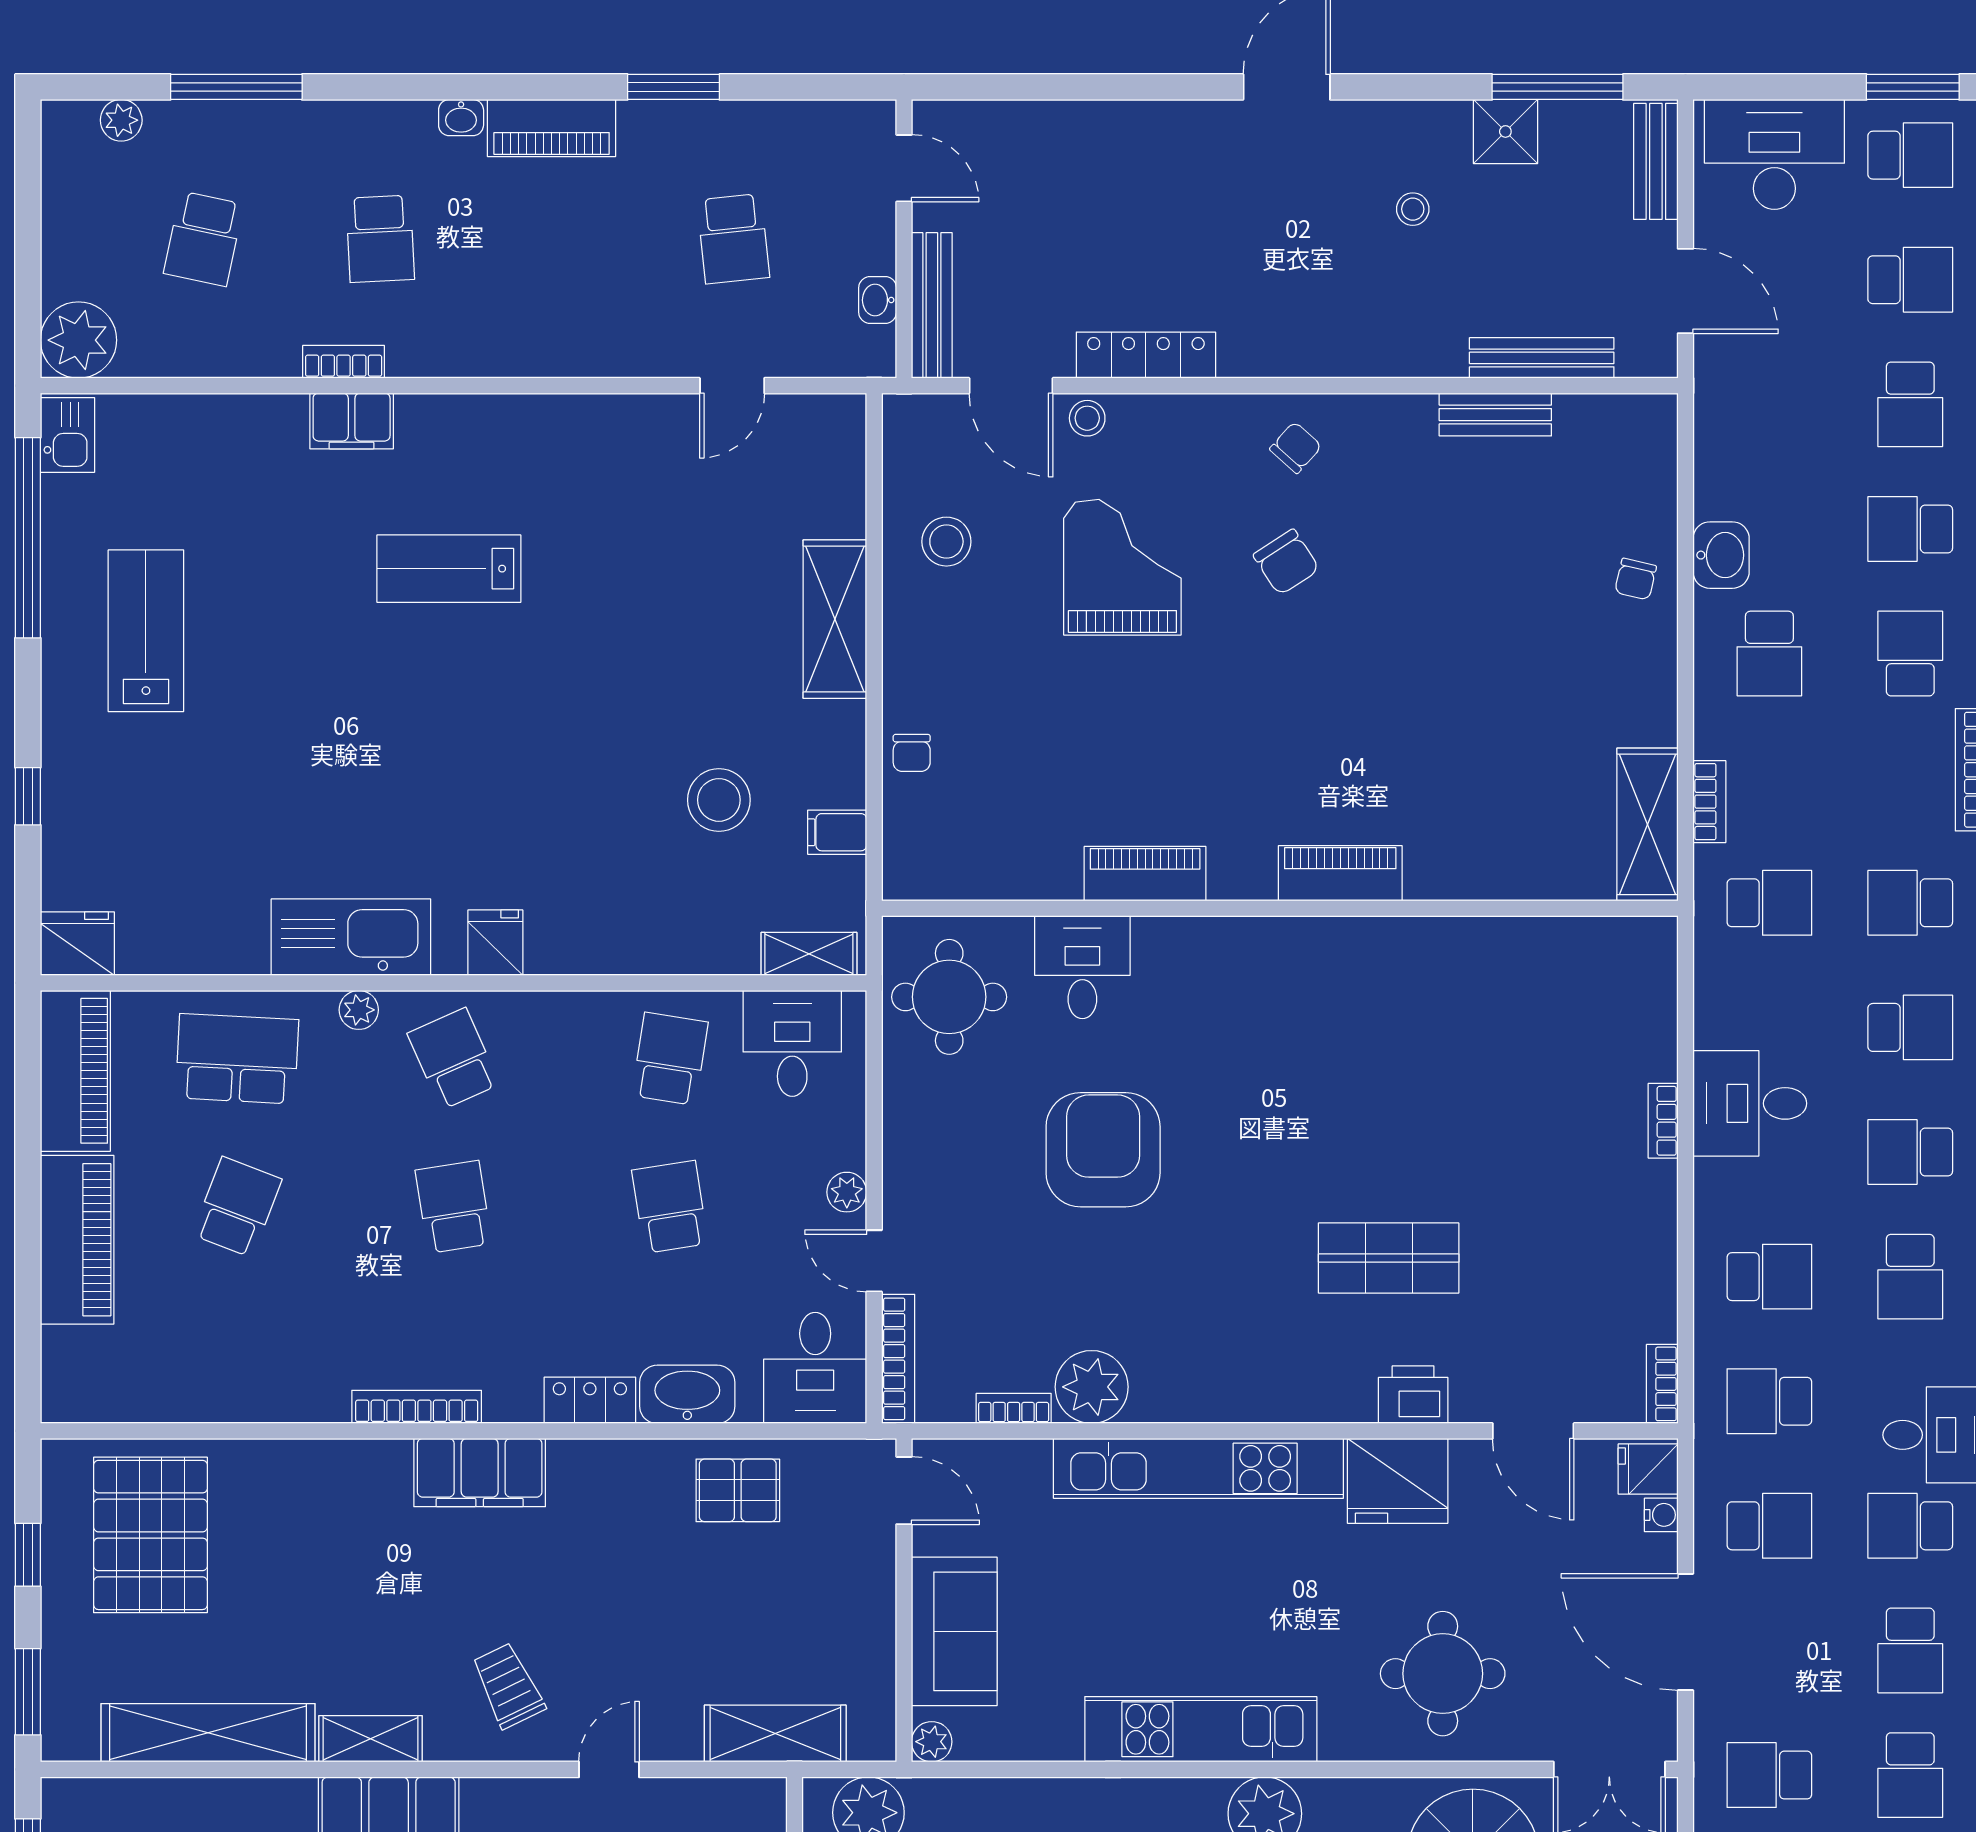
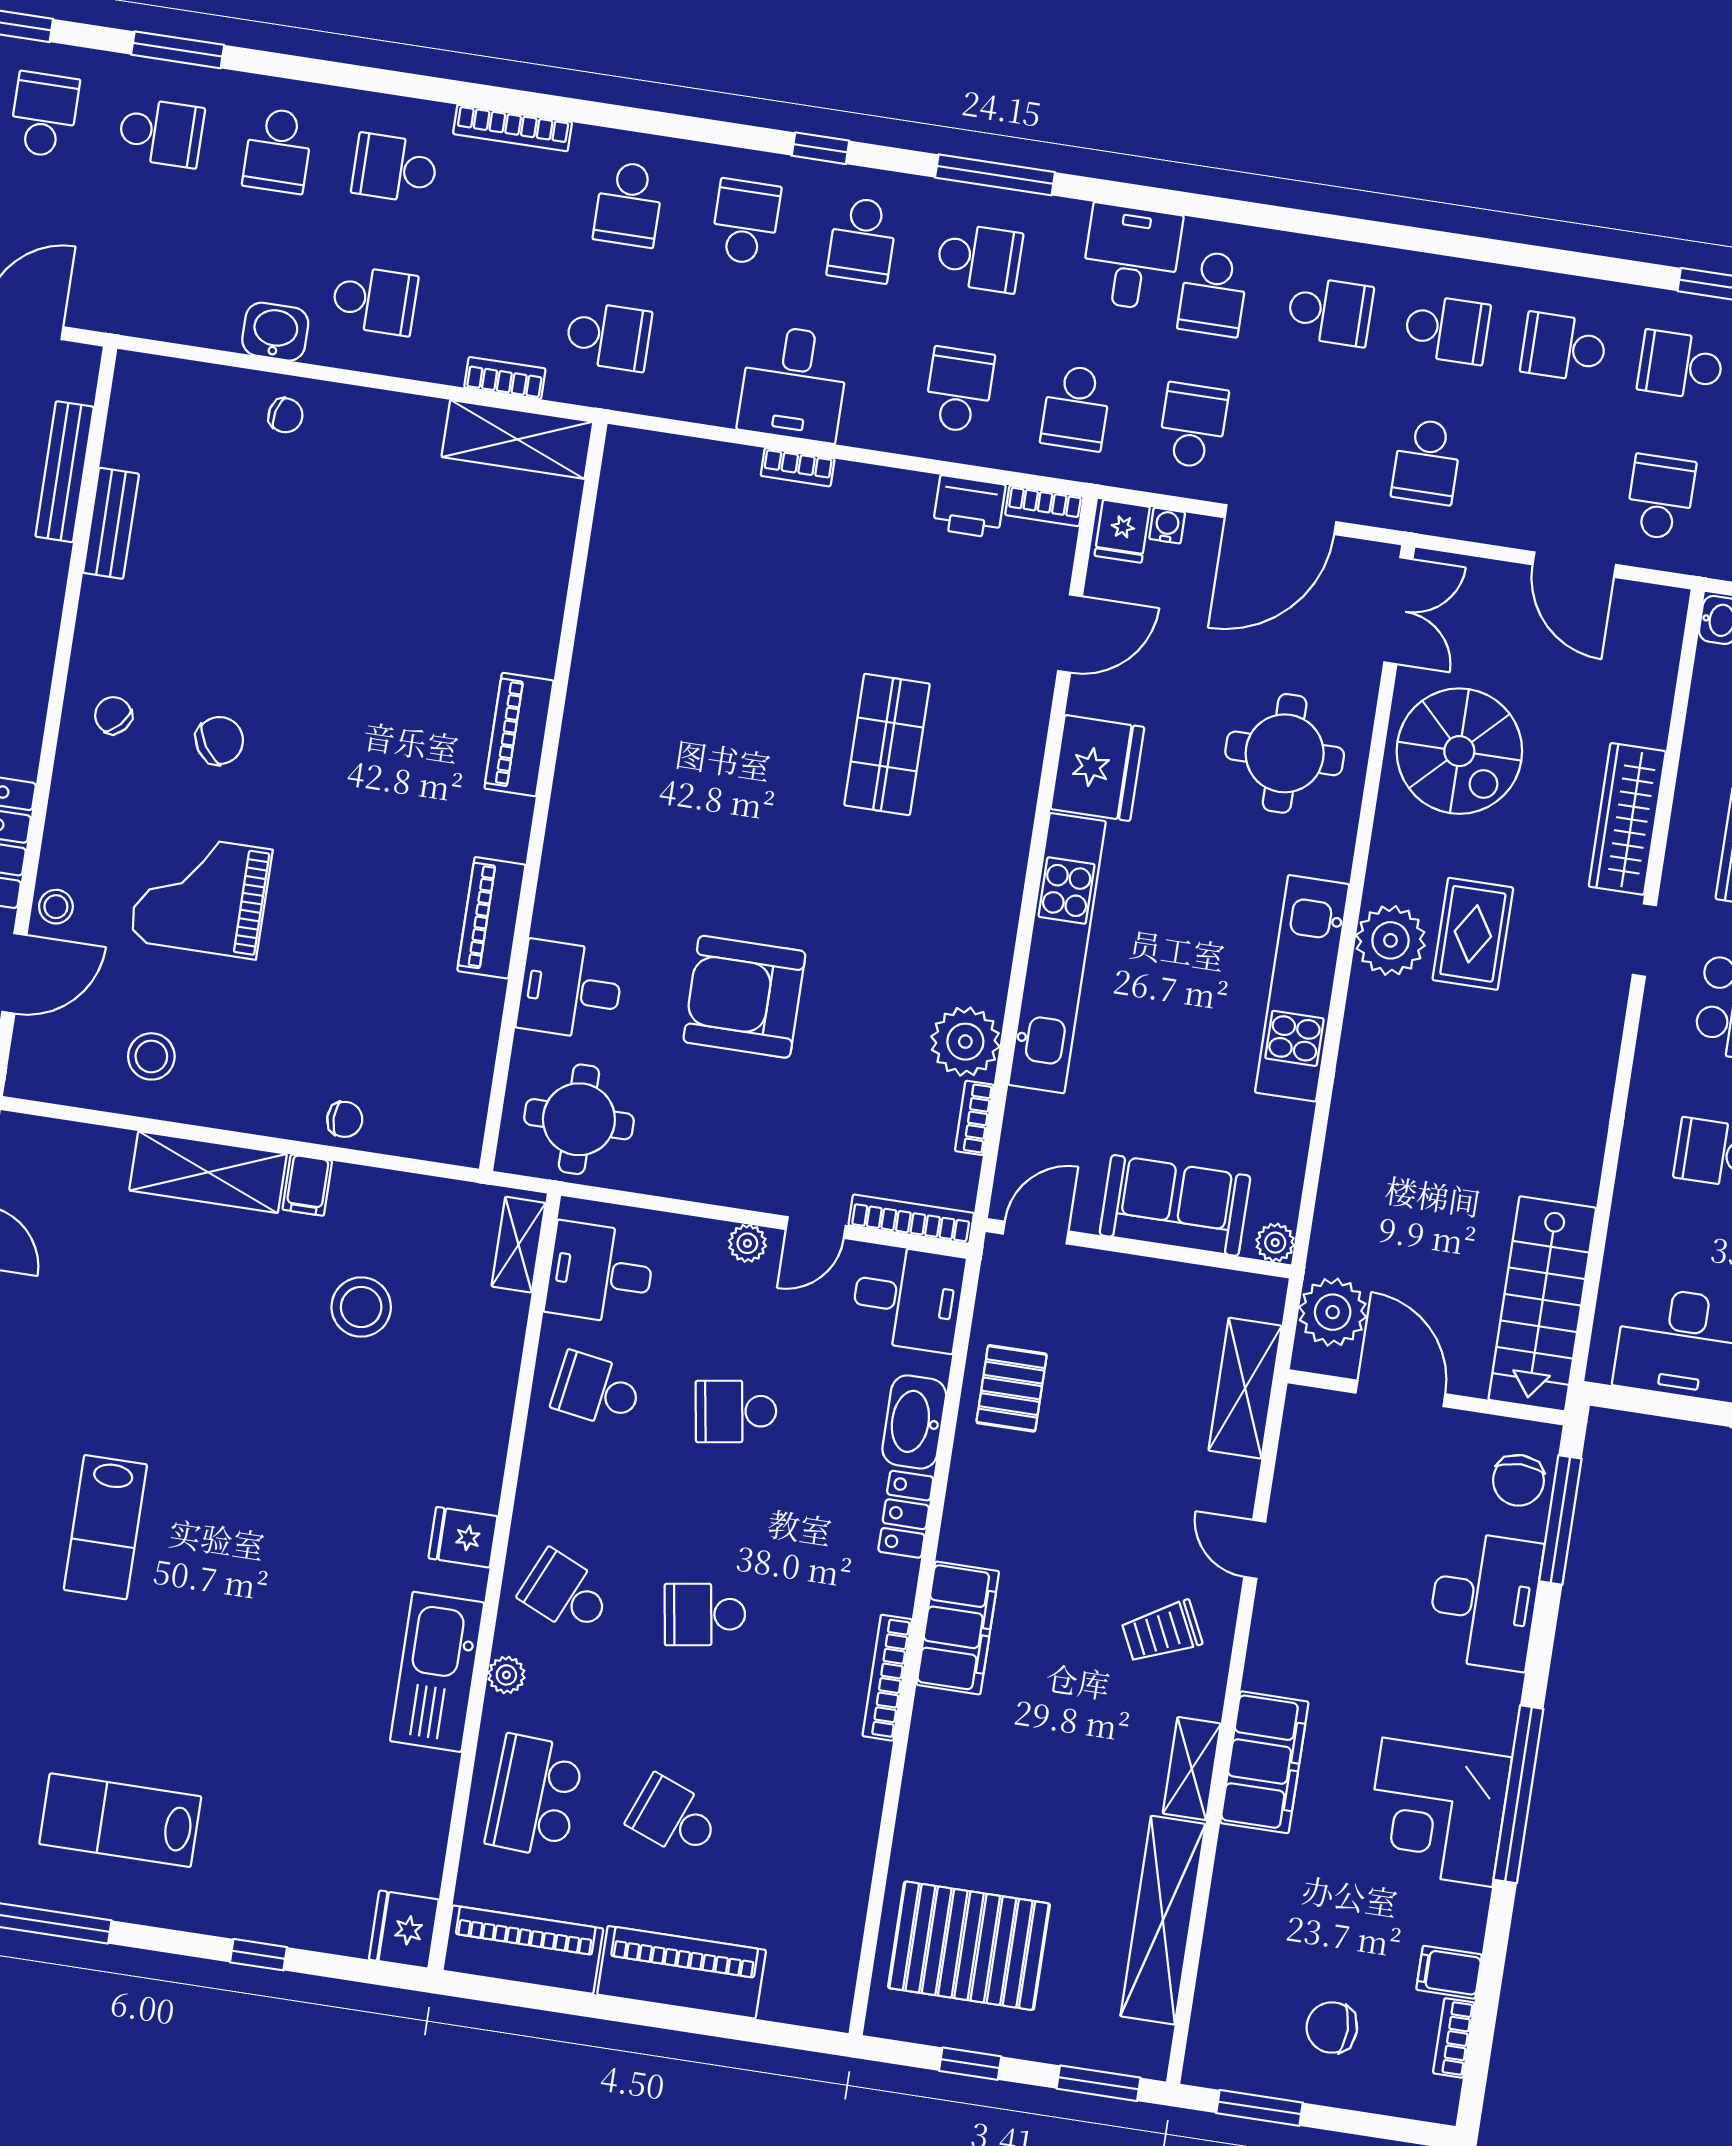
filing cabinet: (837, 832) -> (307, 1185), moved
school desk: (1769, 903) -> (608, 336), turned 90
school desk: (454, 1059) -> (566, 1593), turned 48
printer: (1413, 1395) -> (969, 507), moved, turned -90

